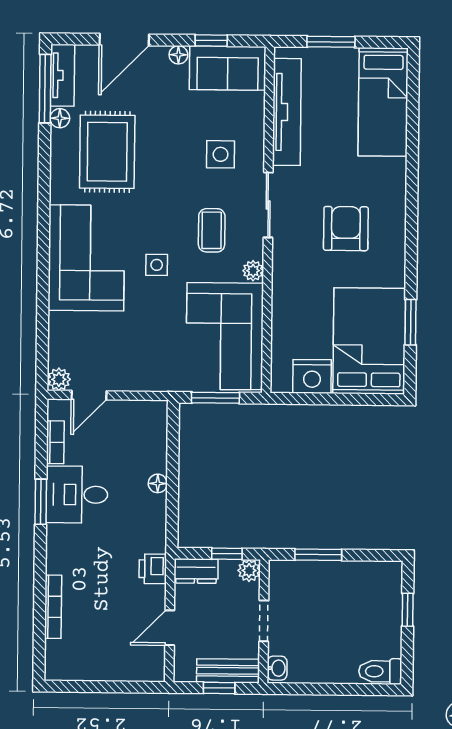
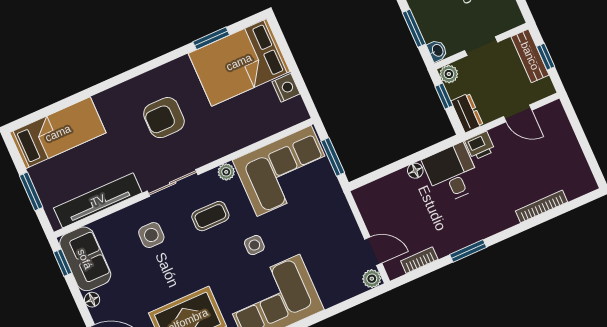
window: (211, 41) -> (63, 263), moved
nightstand: (312, 376) -> (286, 88), width x0.74, depth x0.75
desk: (77, 495) -> (452, 173), moved, turned 180
washbasin: (277, 668) -> (437, 51), moved, turned 90

